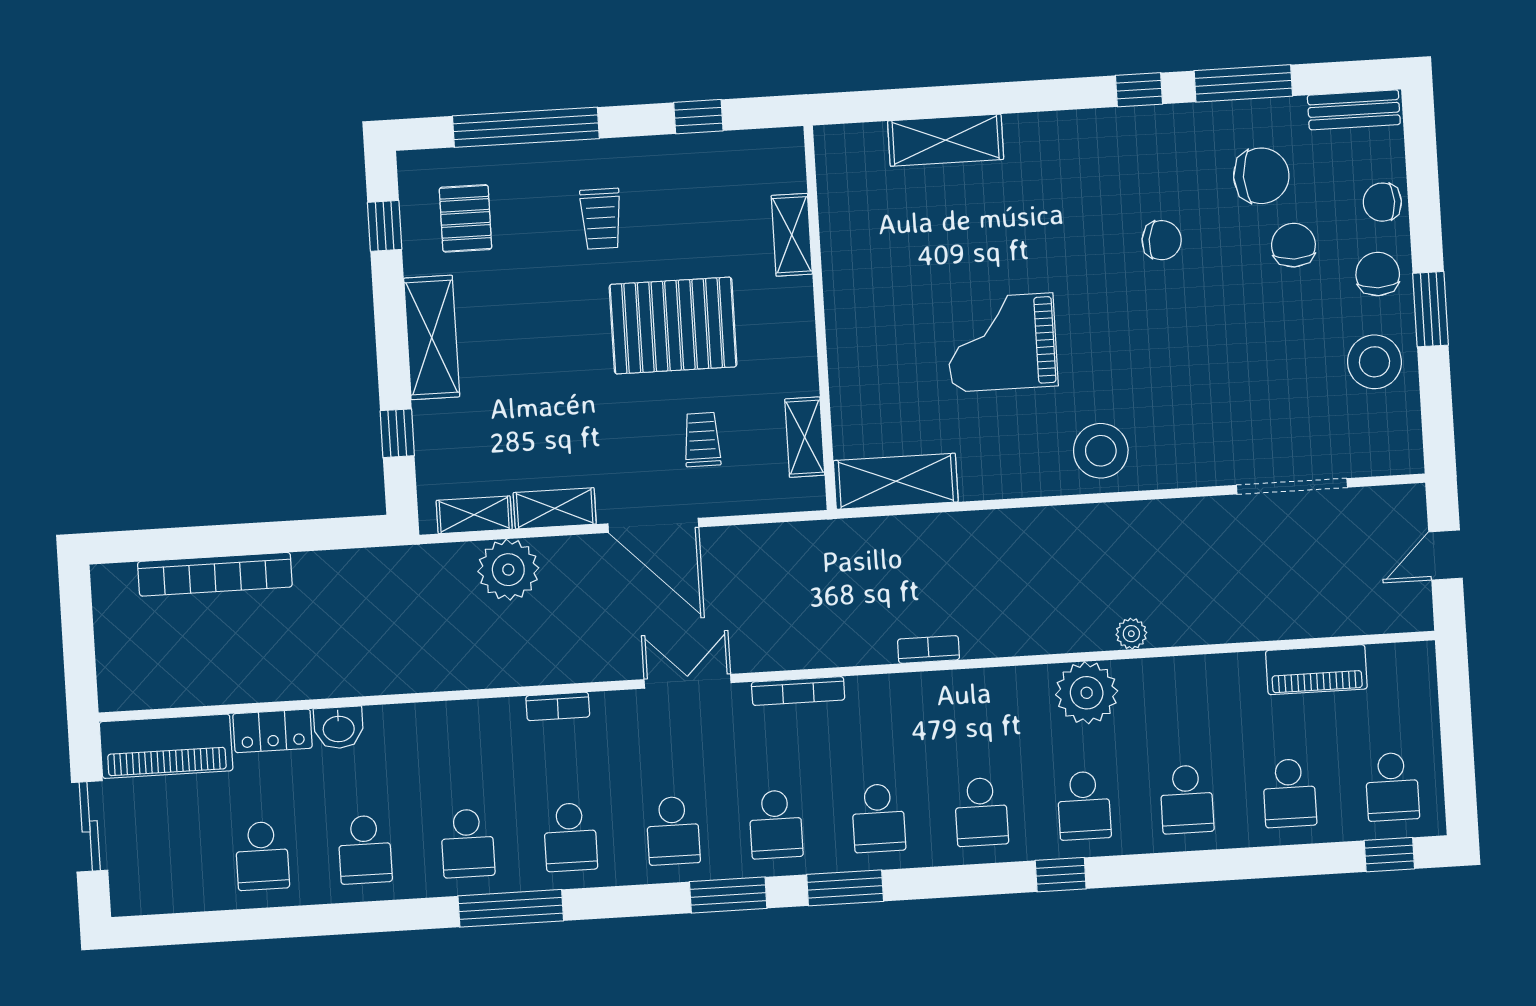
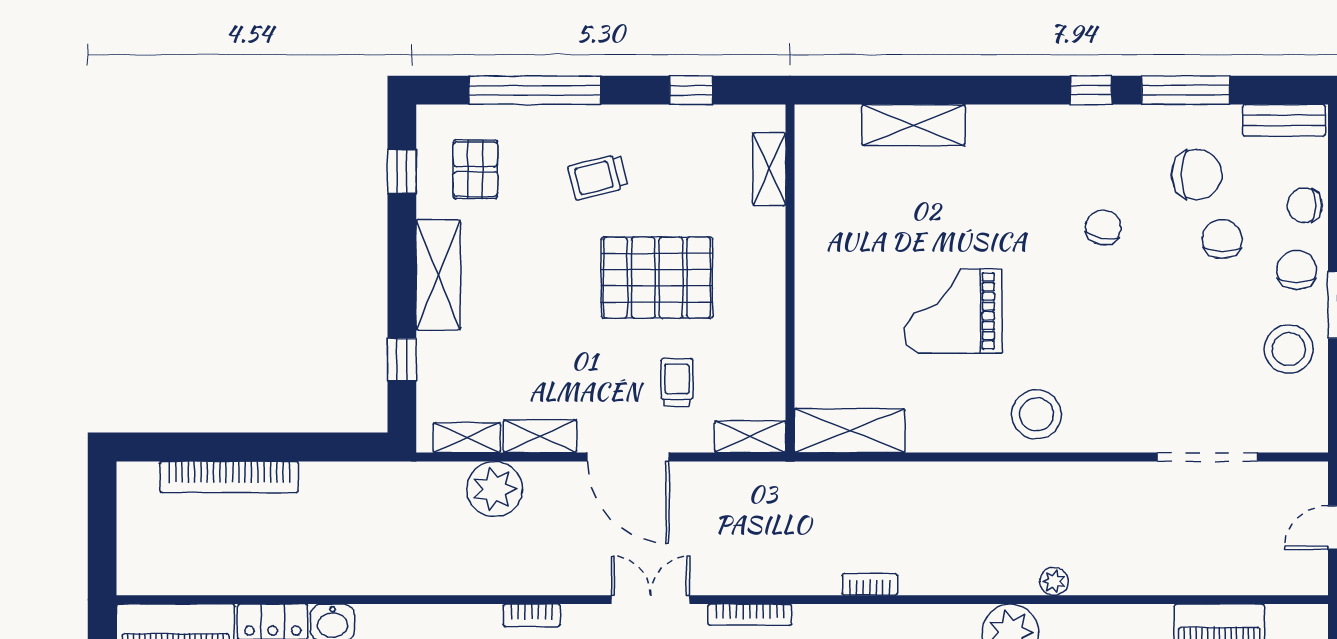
trolley: (601, 219) -> (598, 177), turned 76
shelving: (792, 235) -> (769, 169), moved
chair: (1162, 240) -> (1103, 227), turned -87
shelving: (805, 437) -> (750, 437), moved, turned 90

